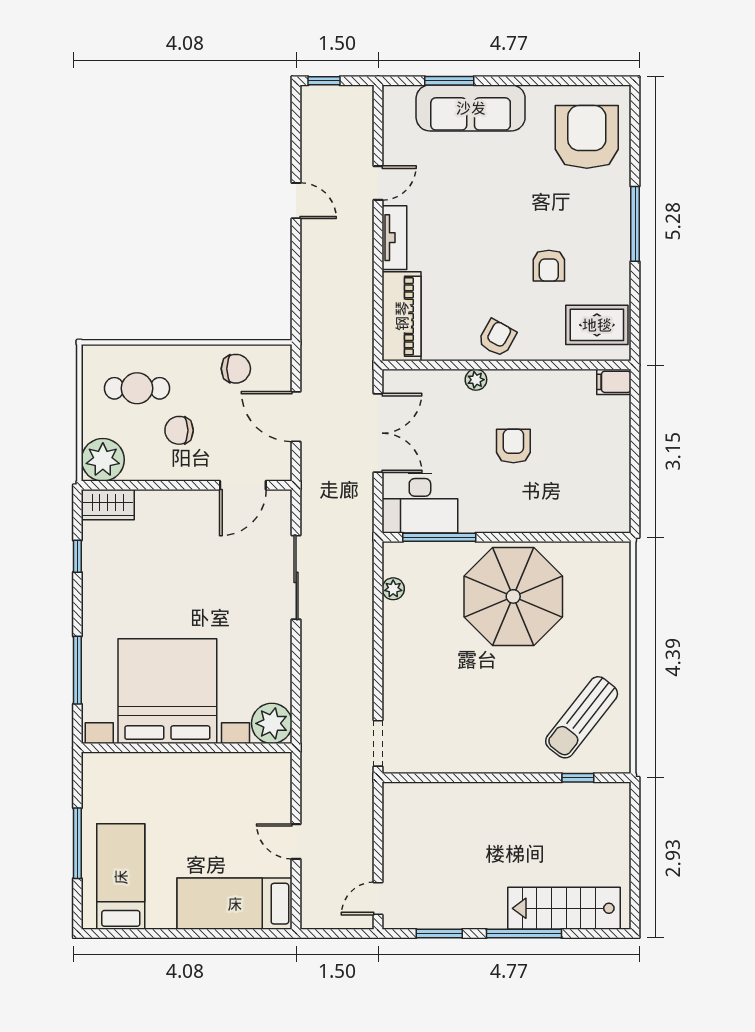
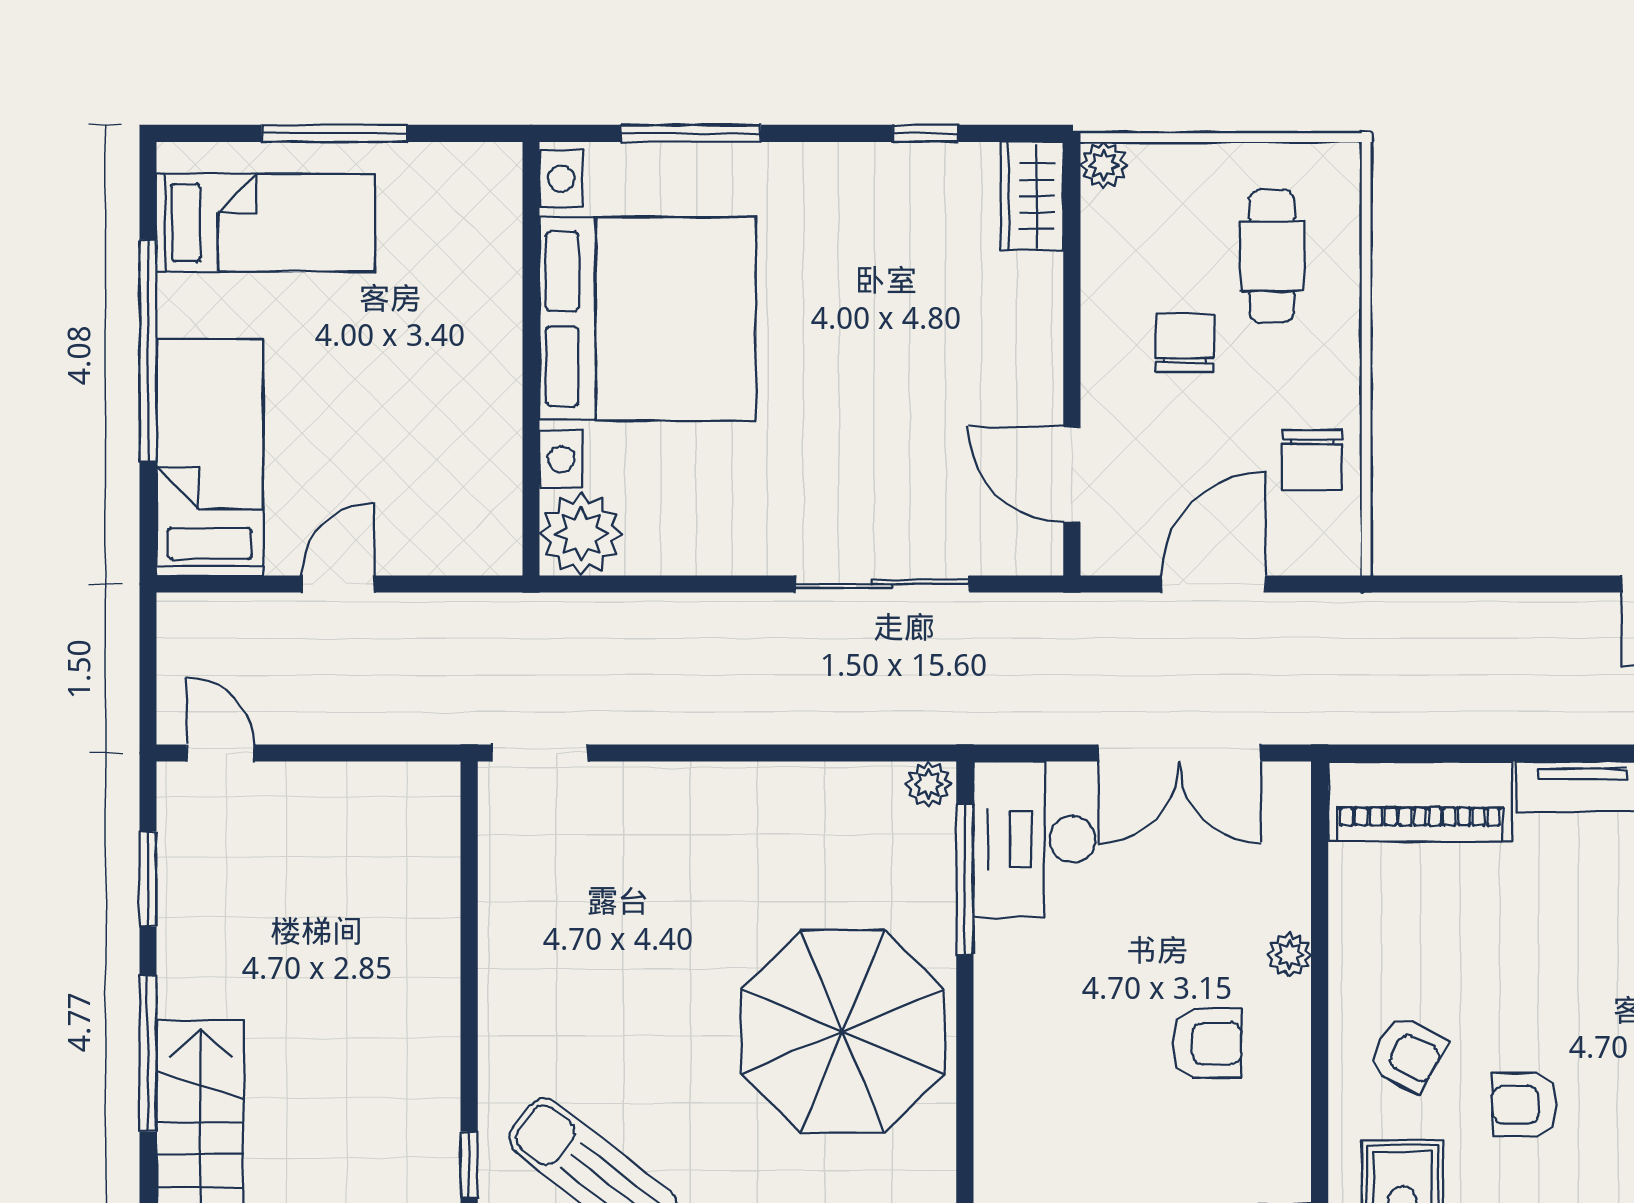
armchair: (497, 338) -> (1407, 1054), moved
armchair: (513, 446) -> (1207, 1044), moved
plant: (103, 460) -> (1104, 165), width x0.53, depth x0.53
plant: (393, 589) -> (928, 784), moved
window: (183, 934) -> (148, 351), added

